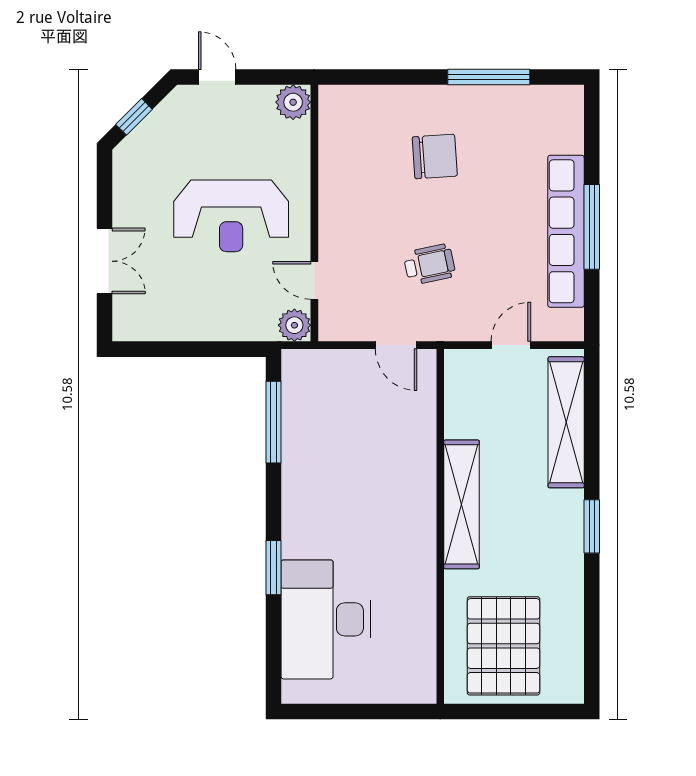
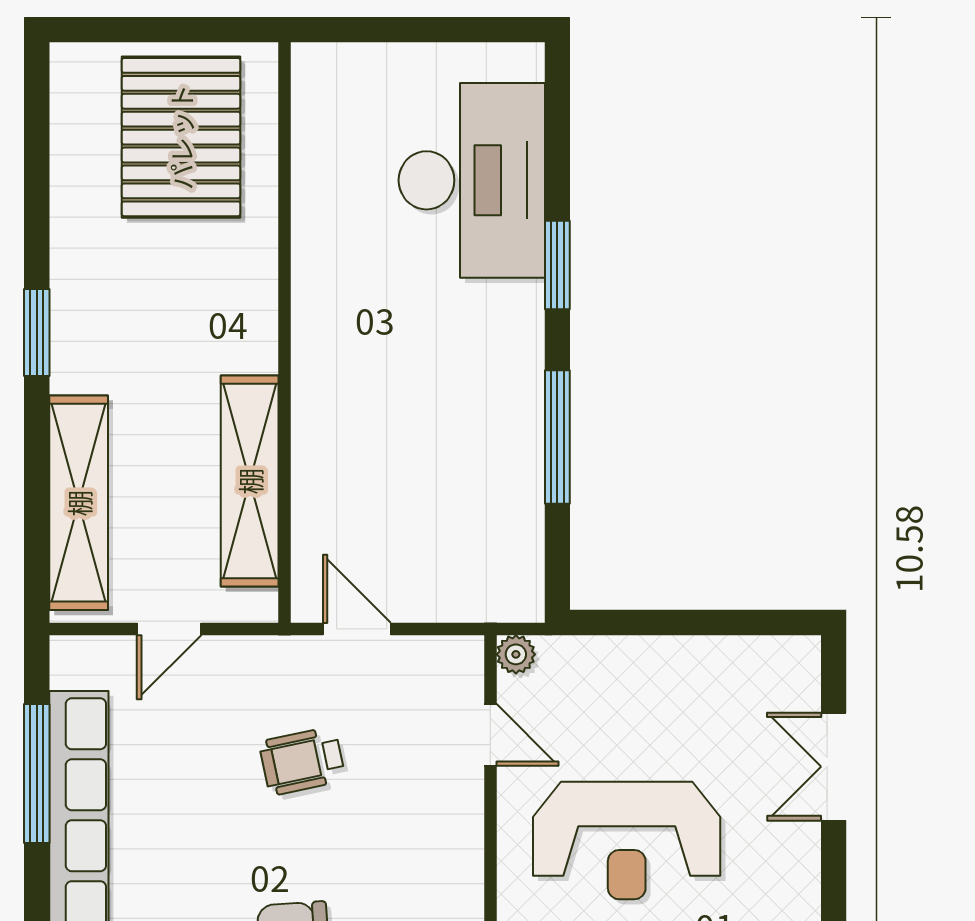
reception desk: (231, 216) -> (627, 840), turned 180
window: (592, 227) -> (37, 774), moved
plant: (294, 325) -> (516, 654), width x0.73, depth x0.73
window: (273, 422) -> (557, 437), moved
shelving: (462, 504) -> (250, 481), moved

